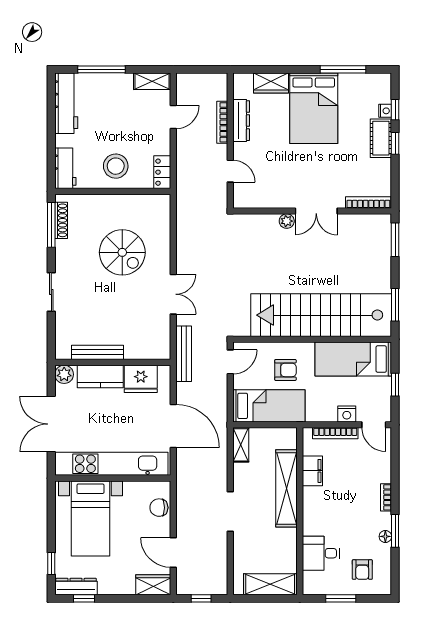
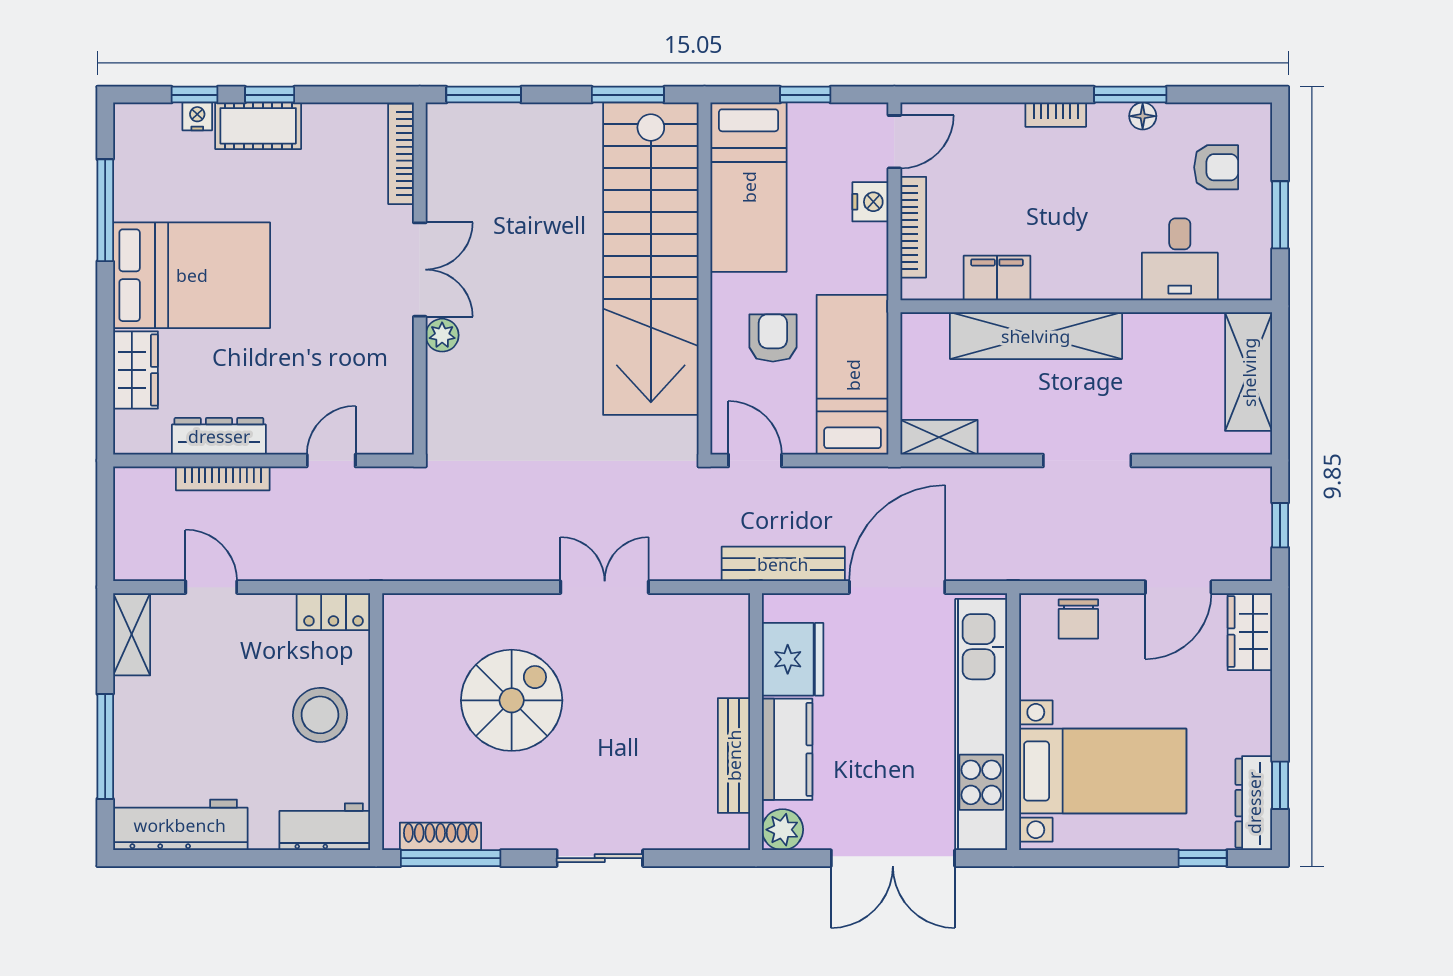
bench: (184, 354) -> (783, 564), moved

